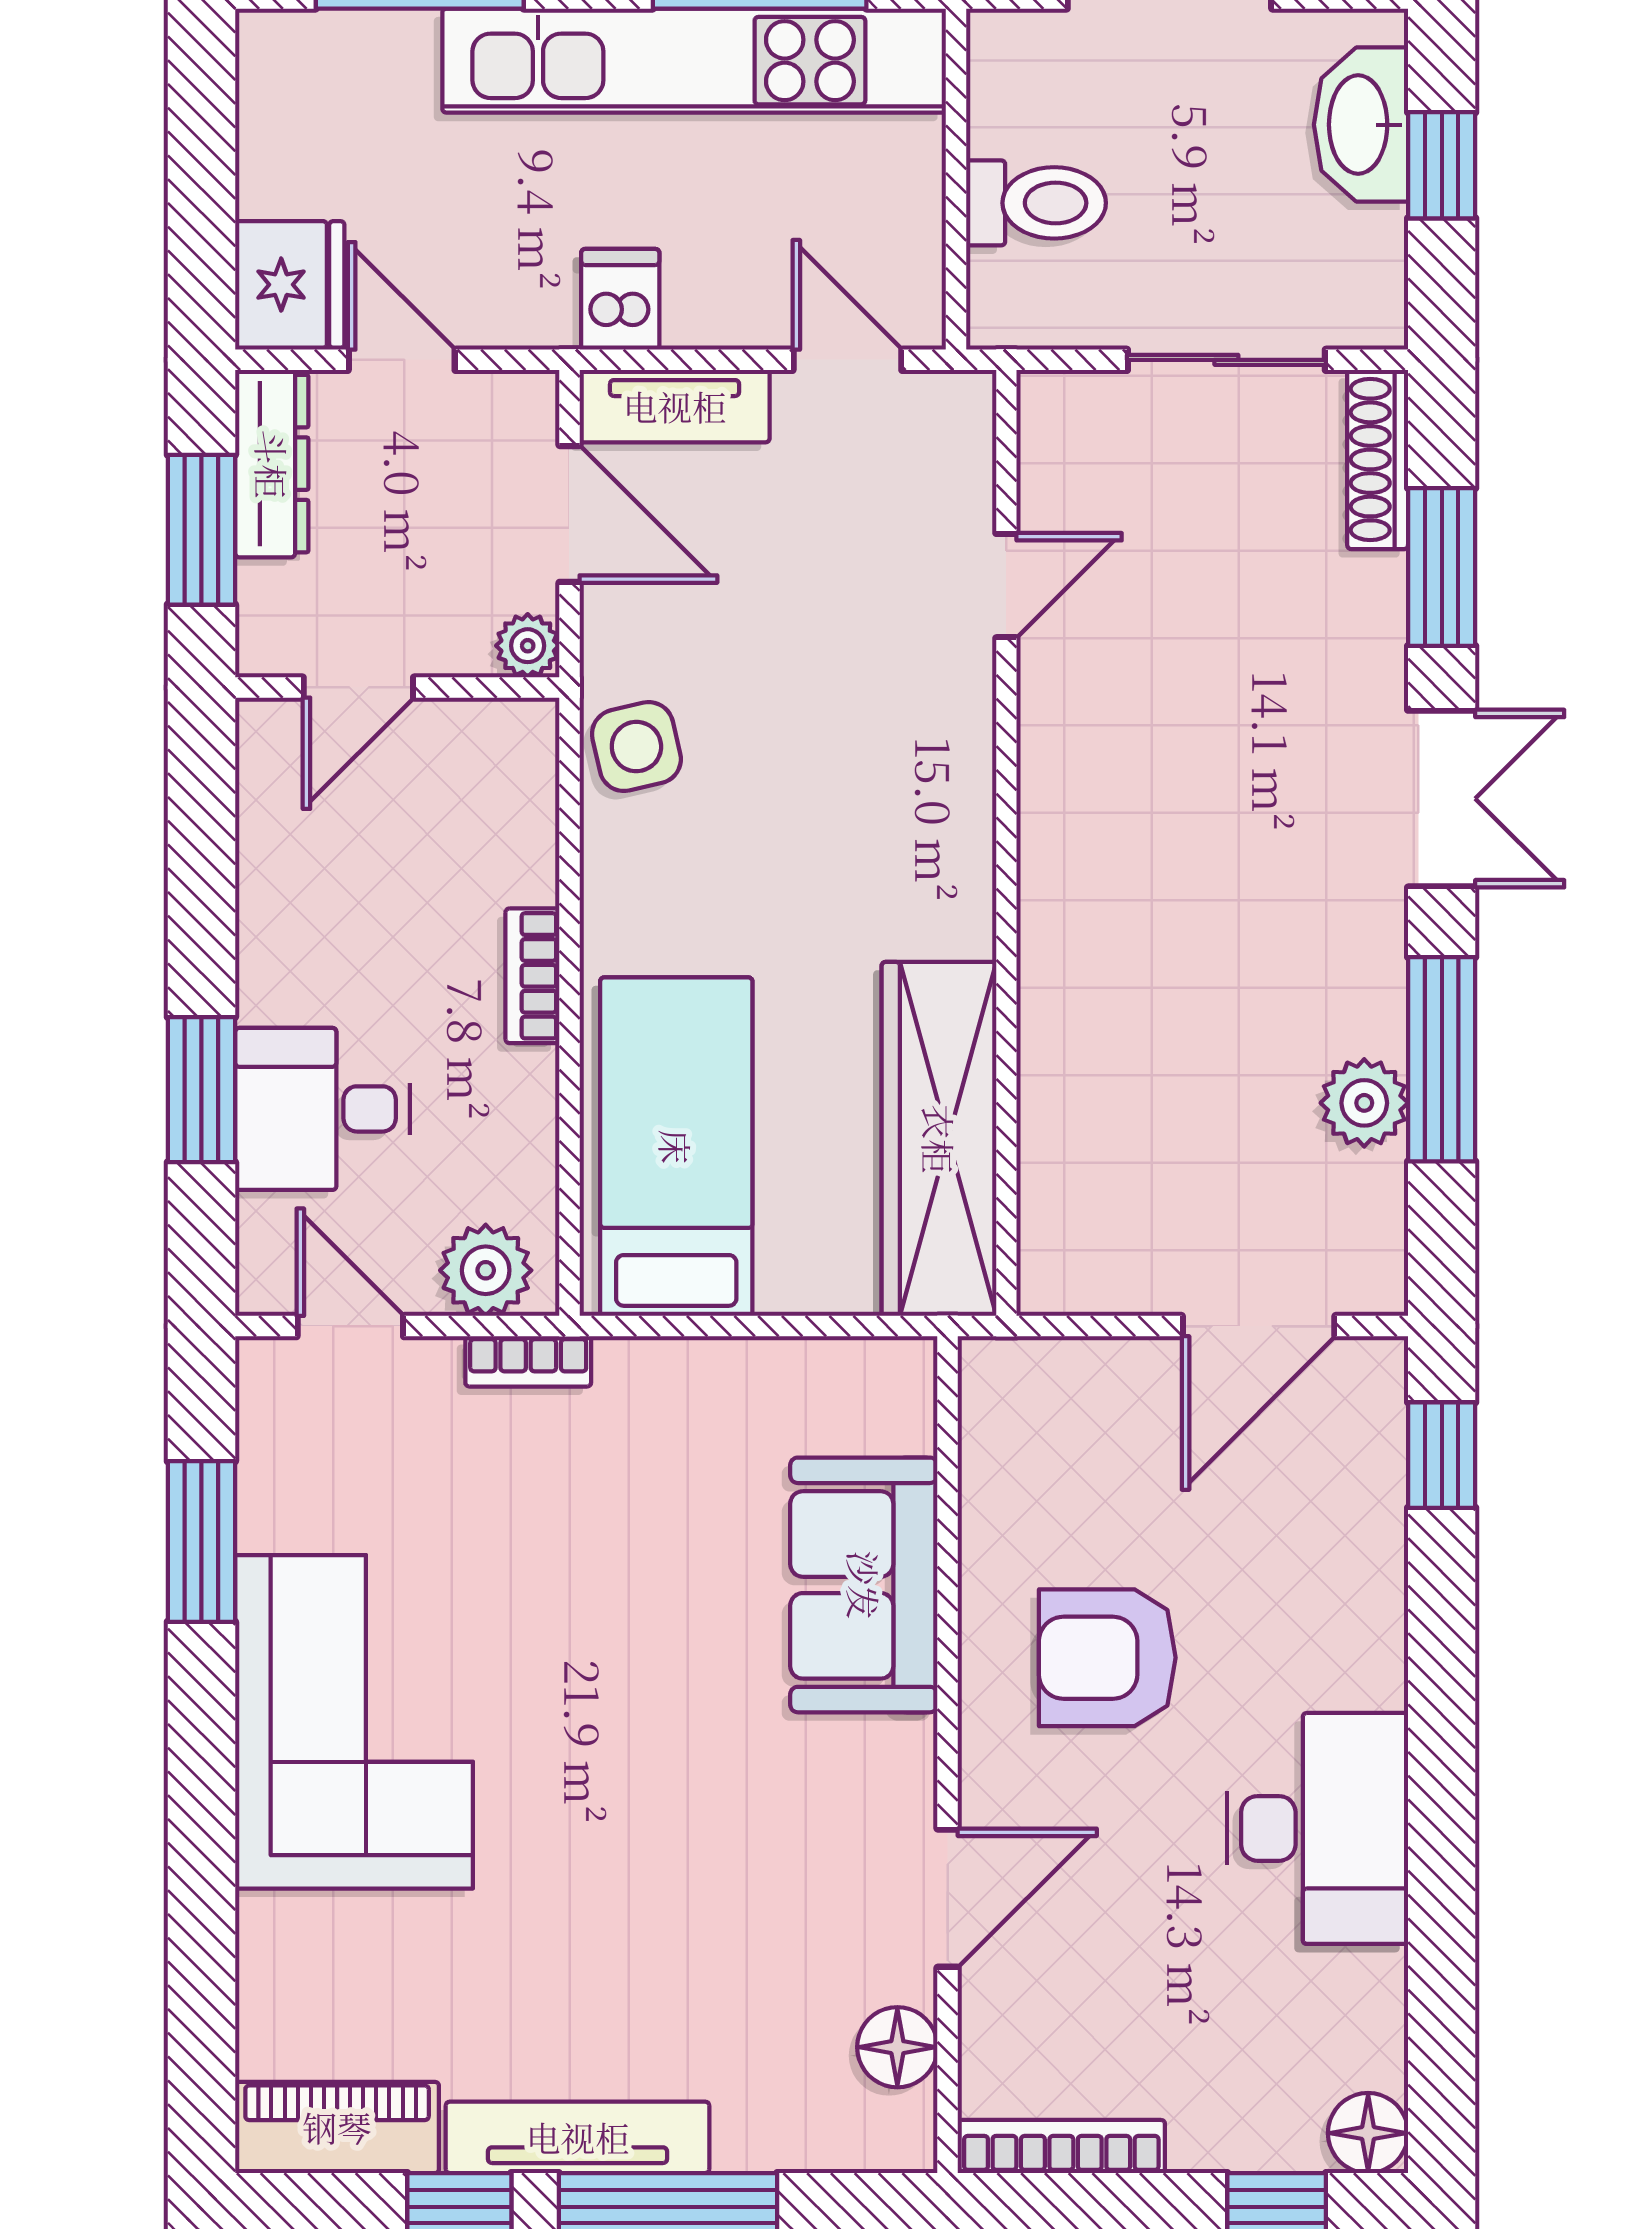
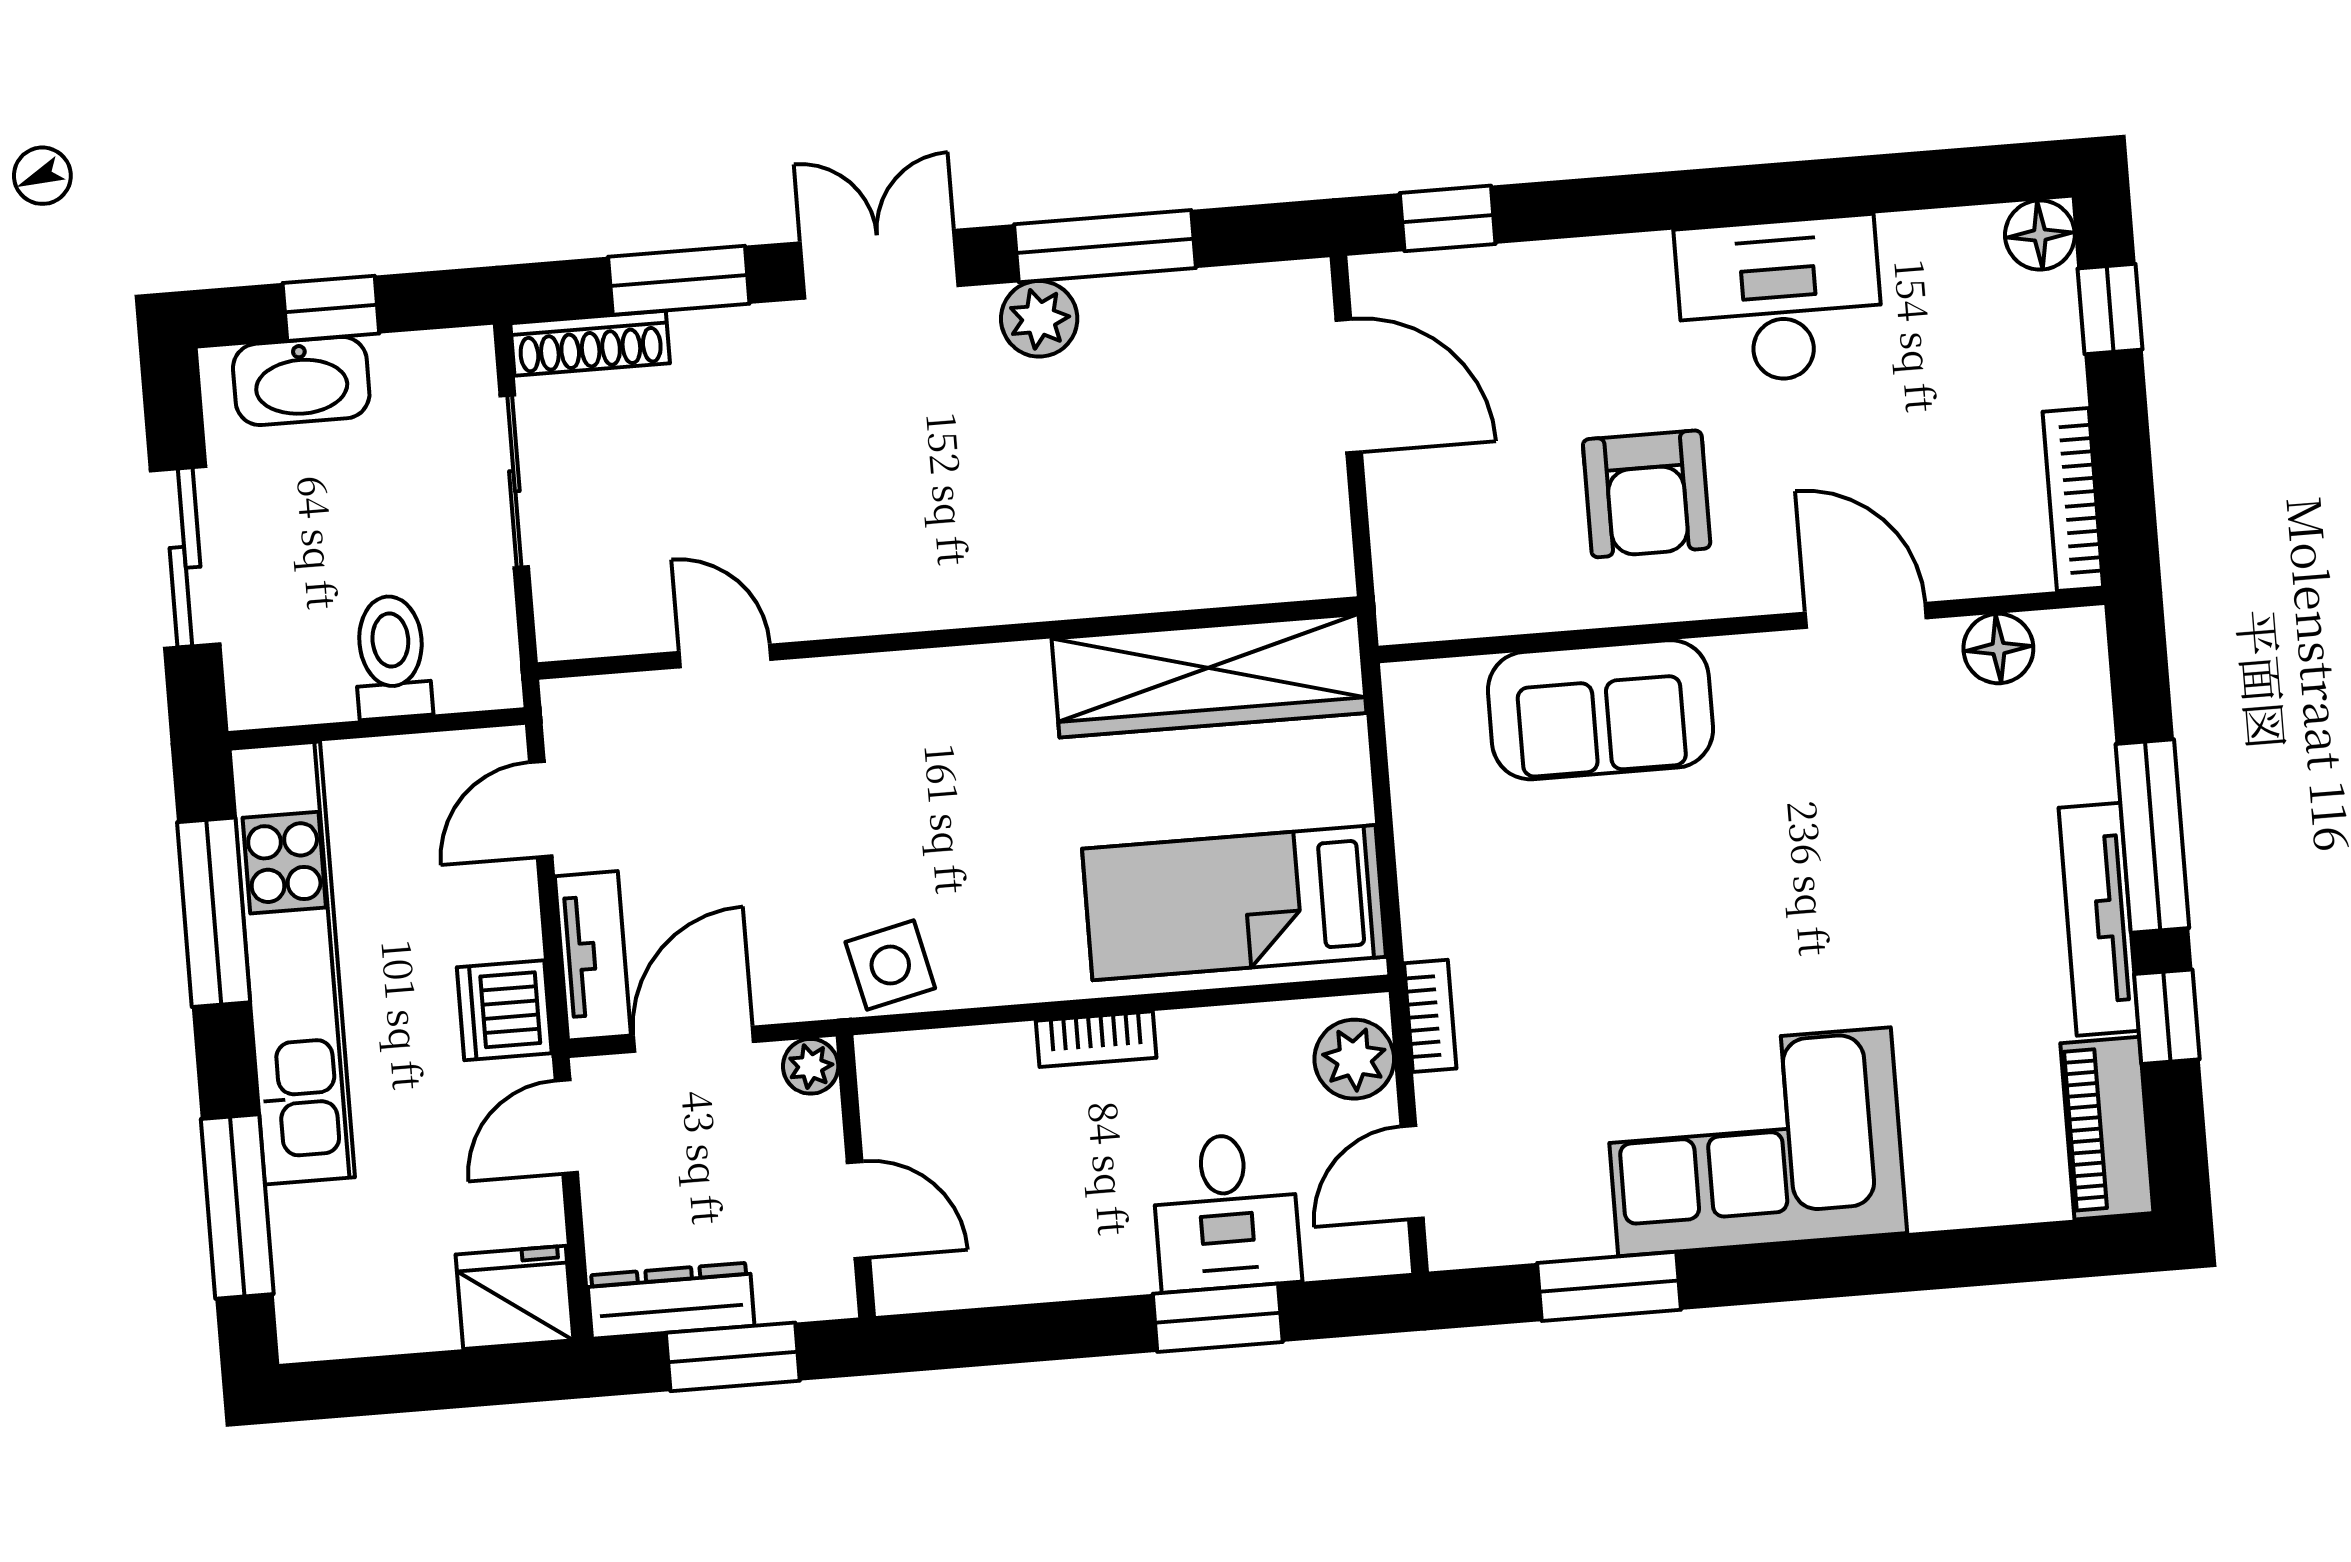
dishwasher: (620, 299) -> (504, 1010), width x1.38
door: (402, 360) -> (566, 1127), moved
plant: (1364, 1103) -> (1039, 319), moved

